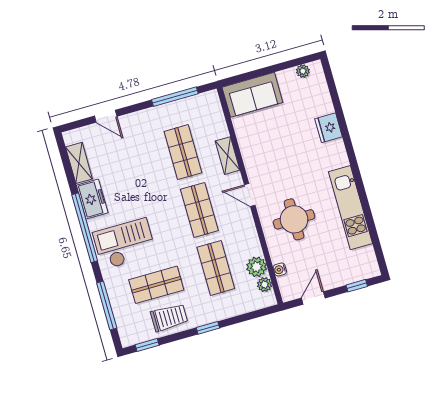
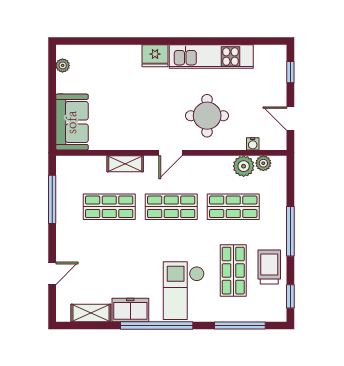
fridge: (329, 128) -> (155, 56), moved
window: (208, 328) -> (290, 231), width x2.17

